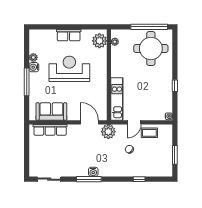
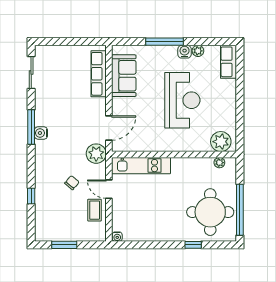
row of seats: (69, 35) -> (228, 62), moved
window: (175, 86) -> (193, 245), moved

